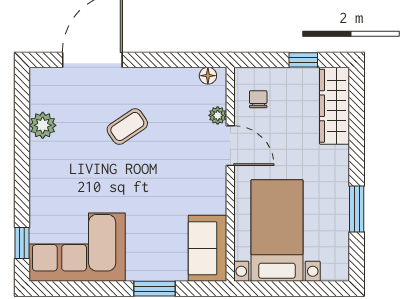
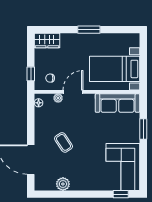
window: (303, 60) -> (31, 74), moved
wardrobe: (335, 106) -> (47, 41), width x0.67
window: (357, 209) -> (89, 30), moved
sofa: (207, 248) -> (117, 103), width x1.36

